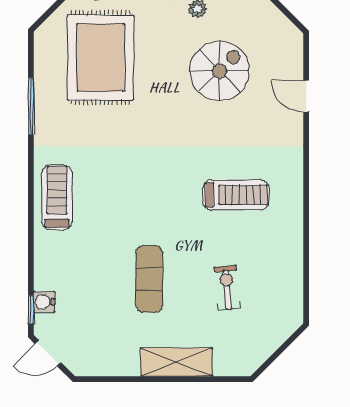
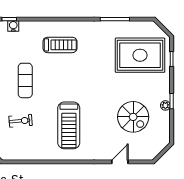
treadmill: (236, 195) -> (69, 125), width x1.37, depth x1.38
treadmill: (57, 197) -> (60, 45), moved
exercise mat: (149, 279) -> (25, 80), turned 90

